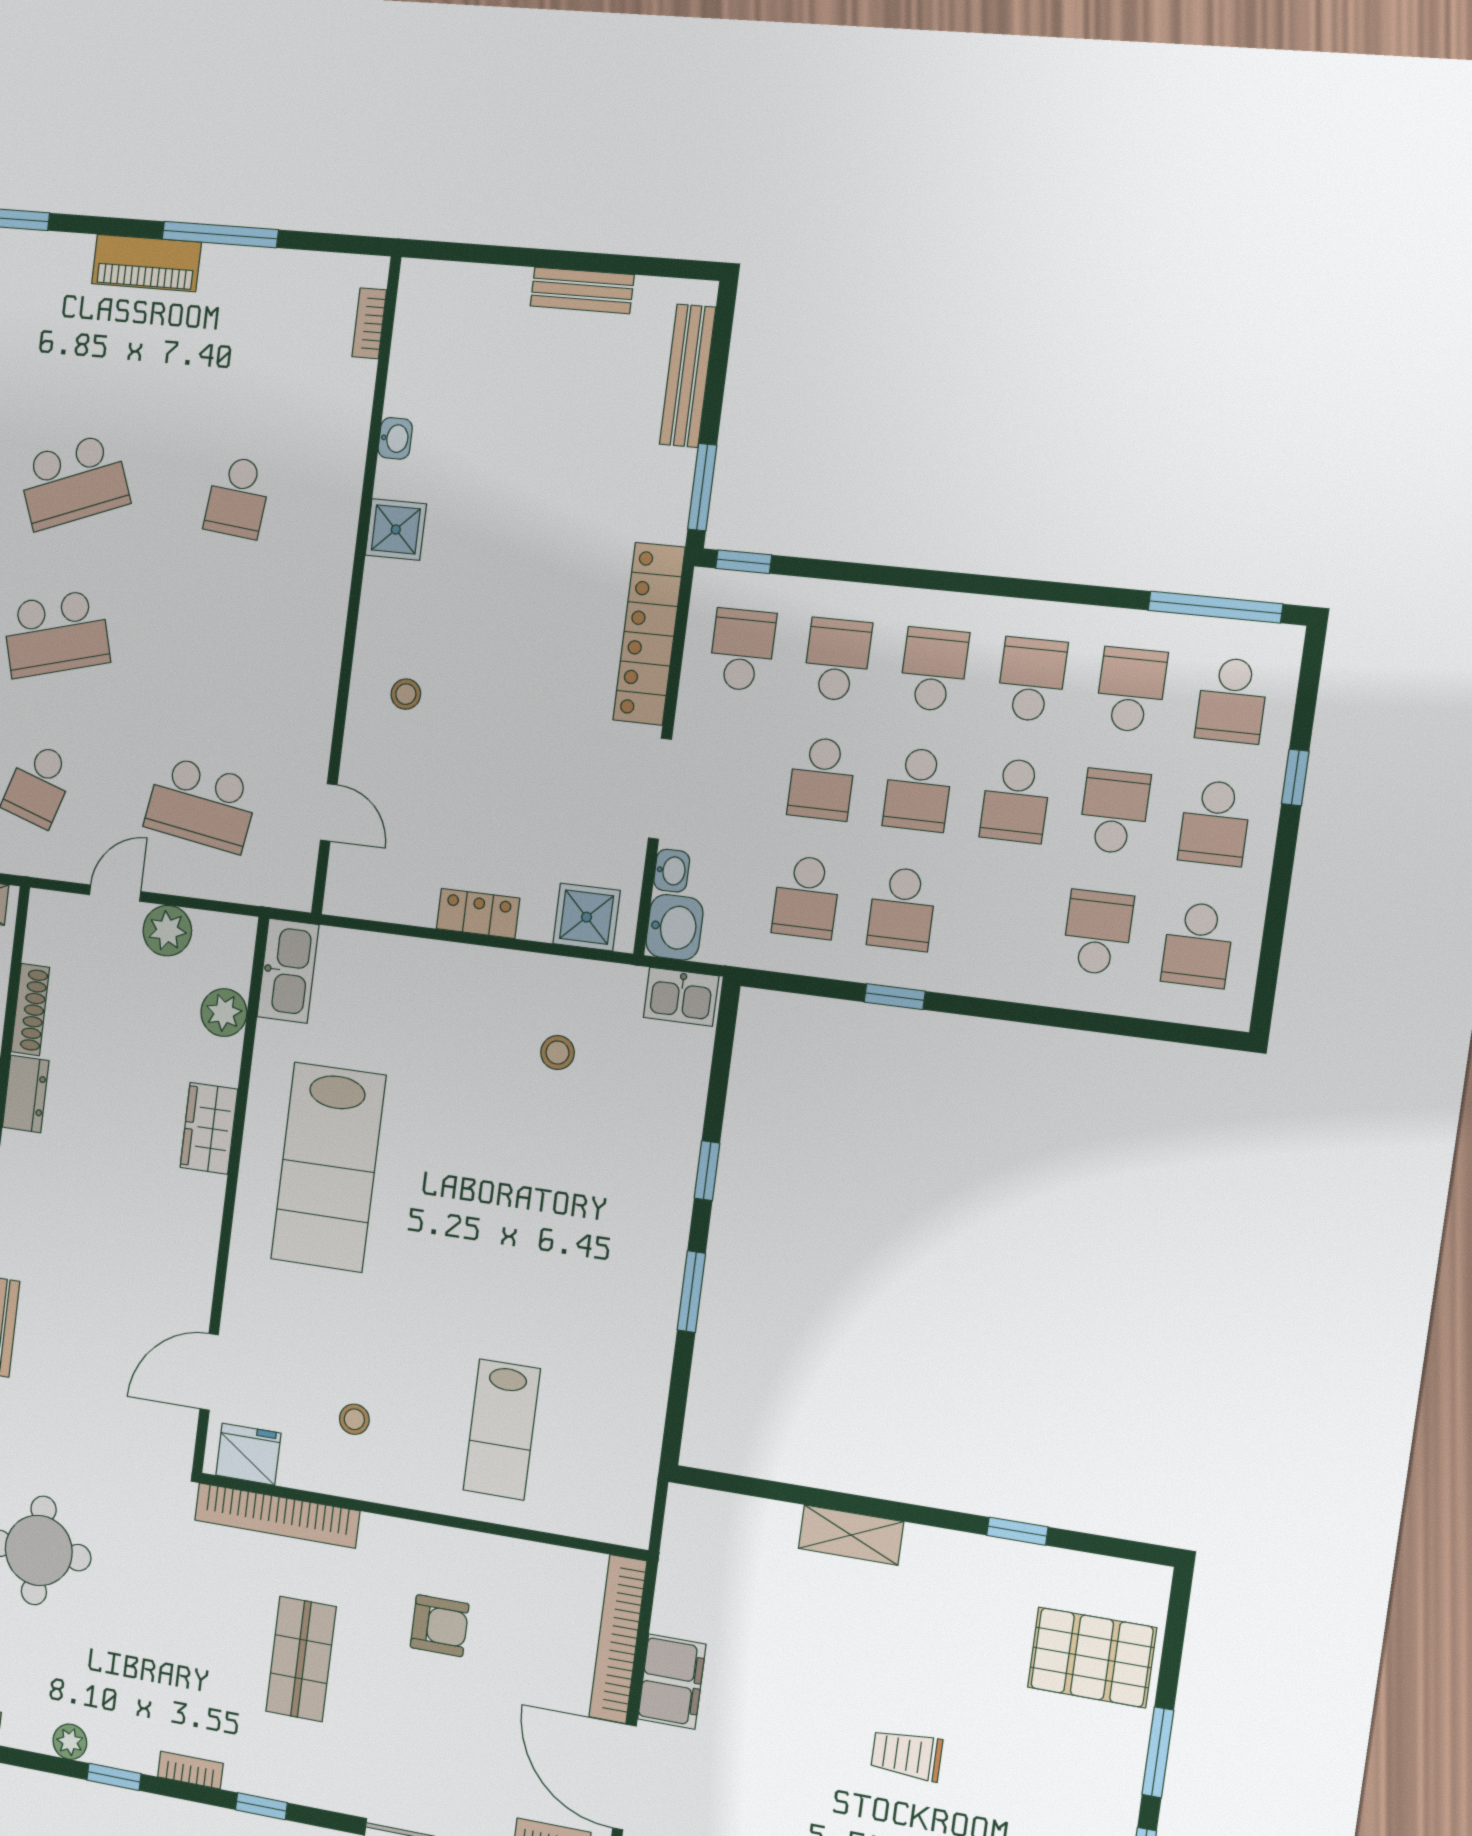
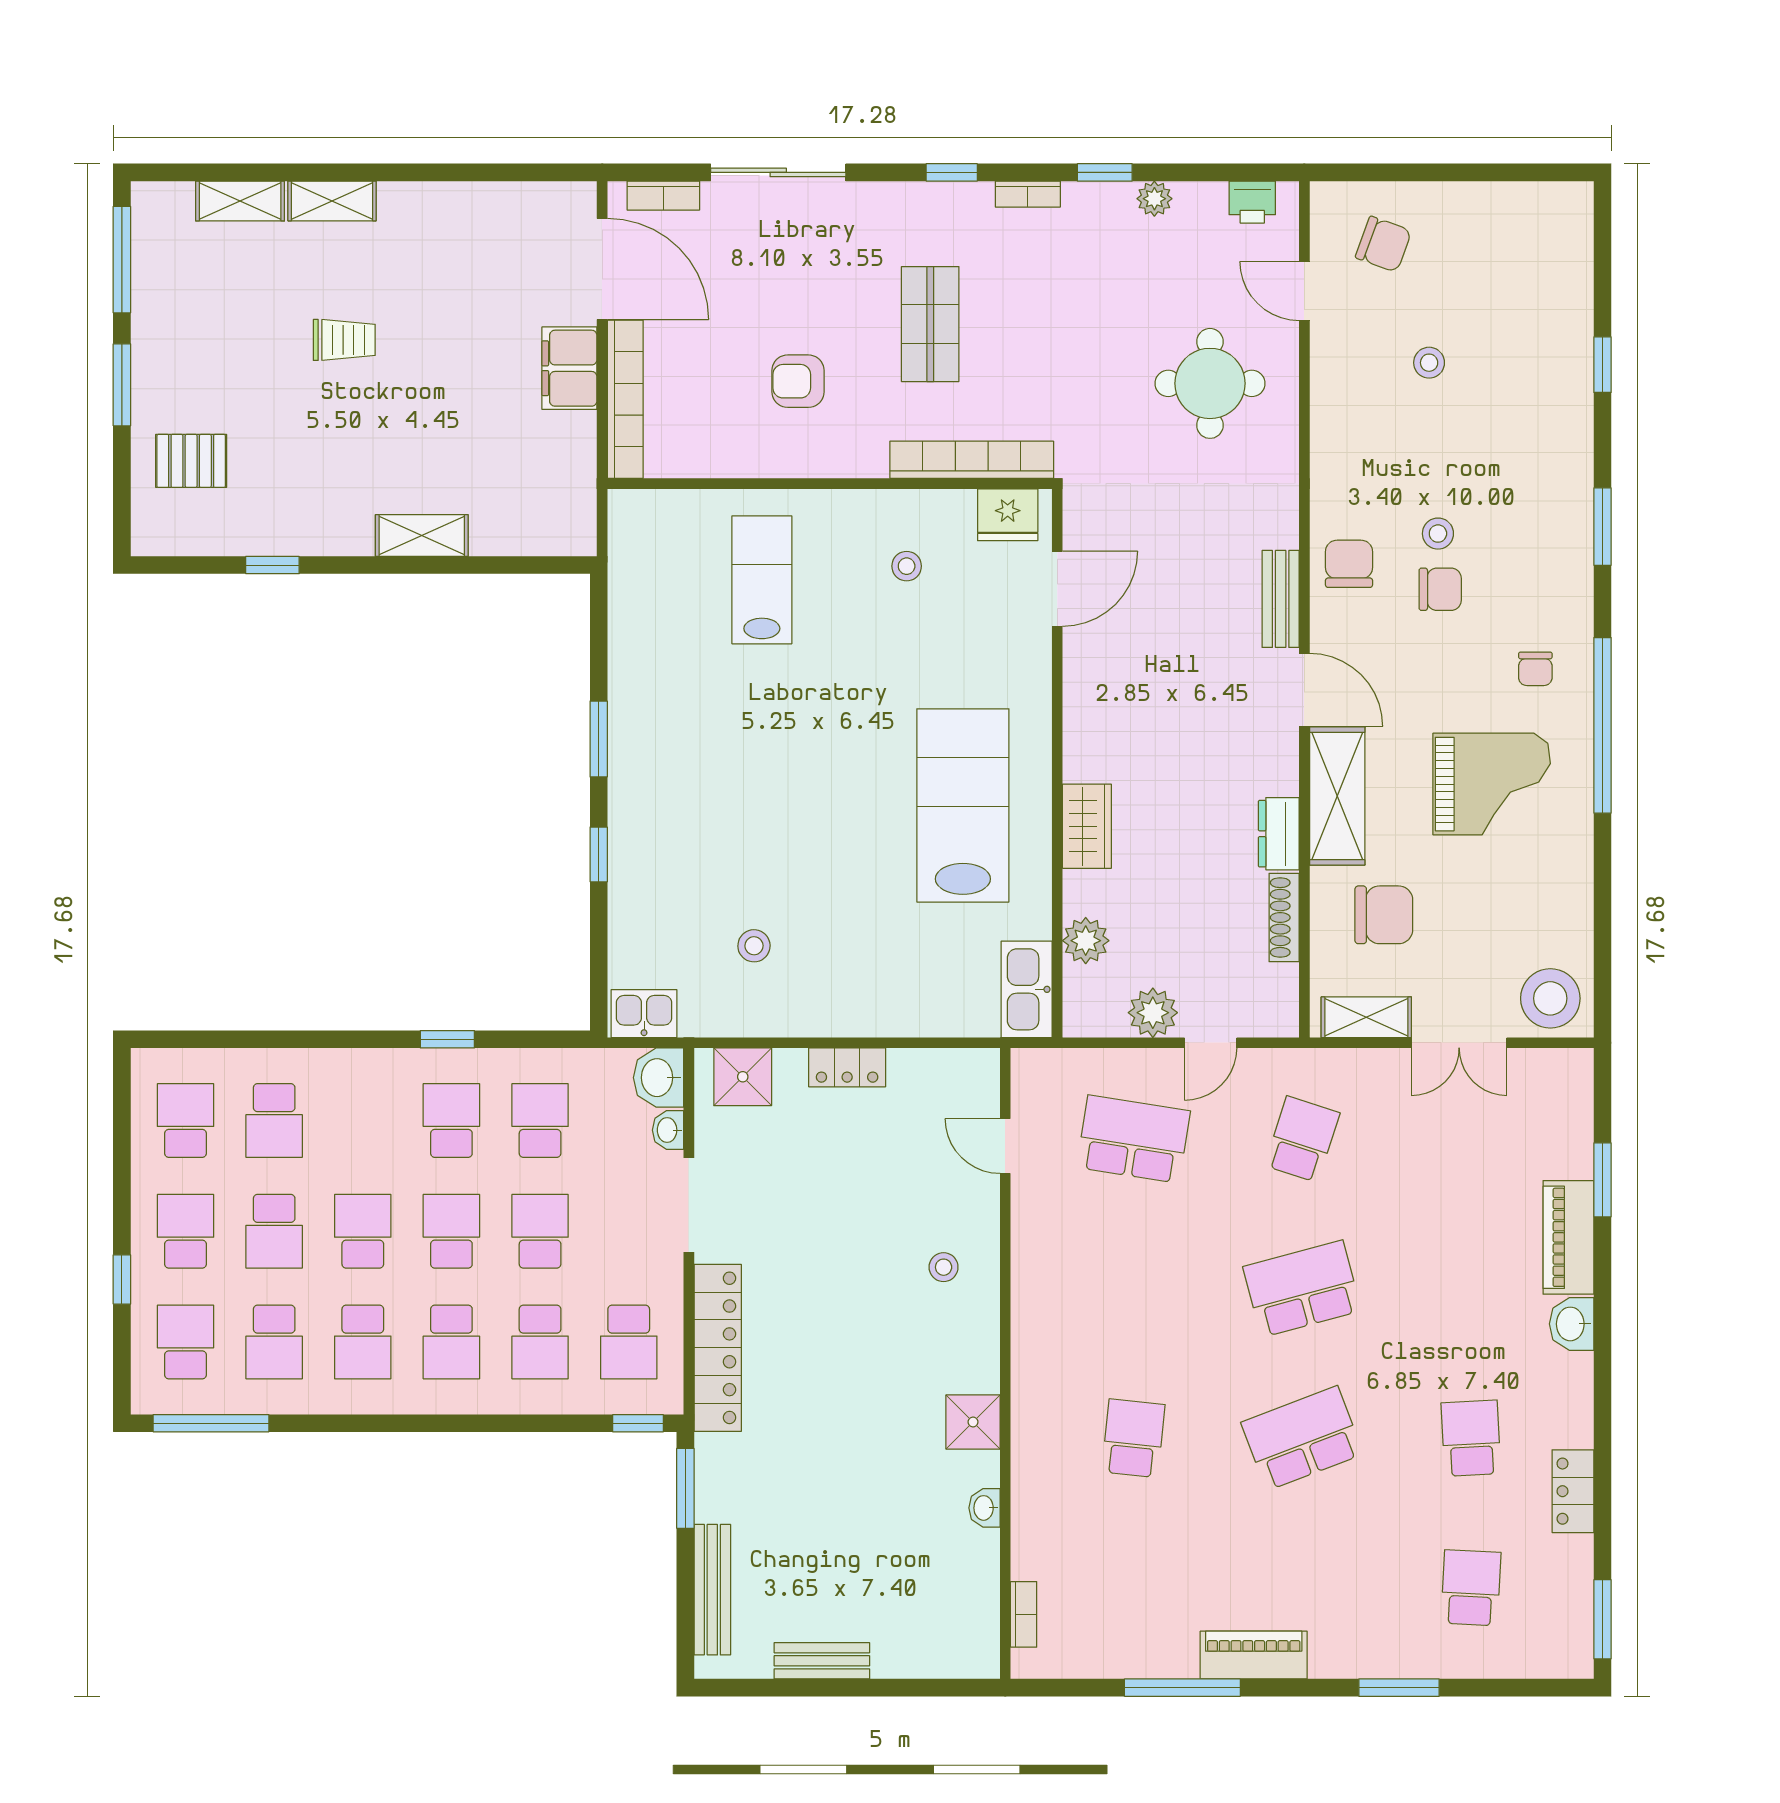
pallet: (1092, 1657) -> (191, 461), width x0.67, depth x0.71

